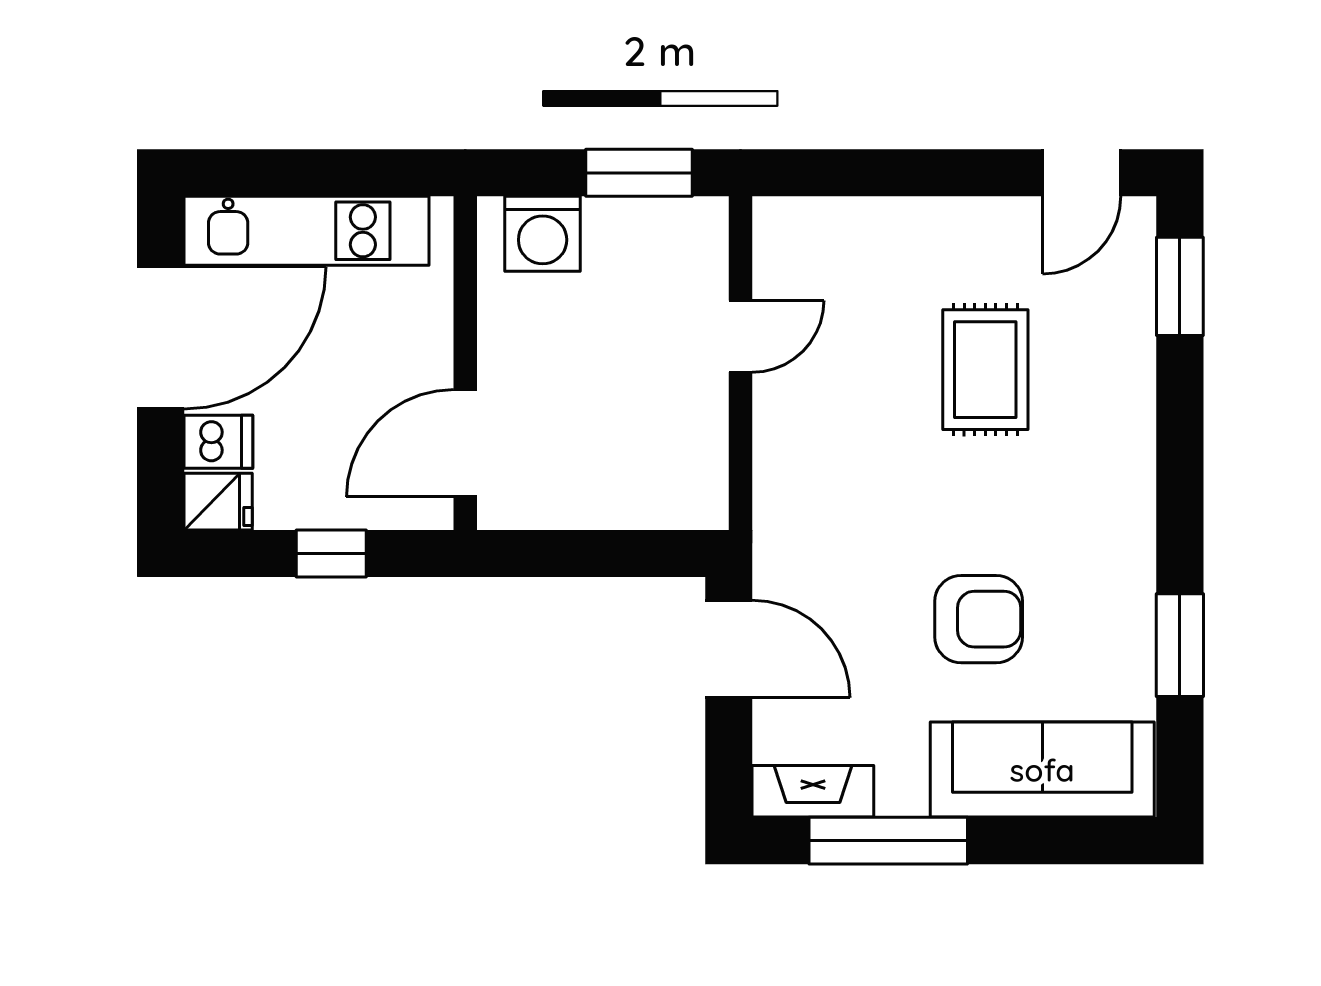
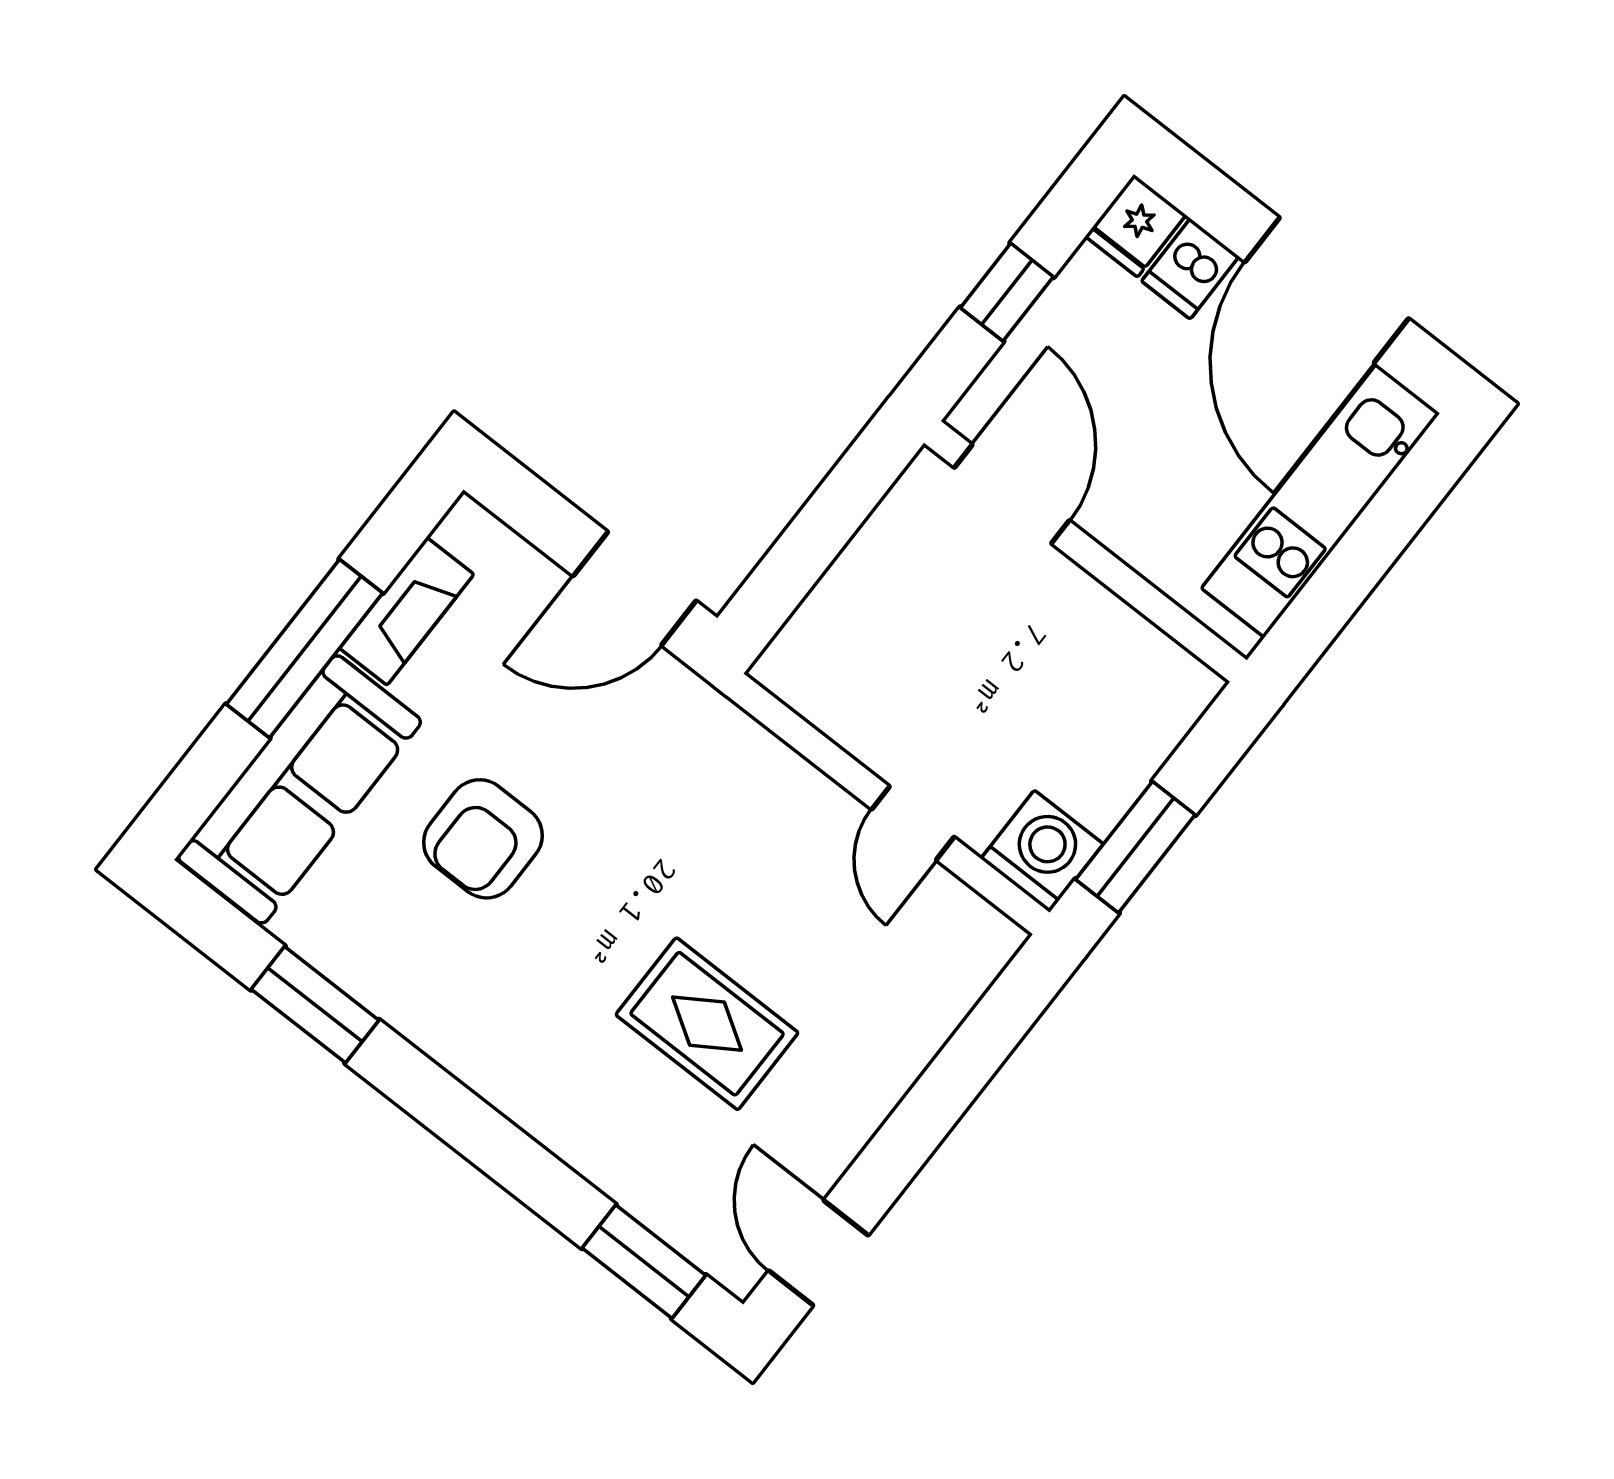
washing machine: (543, 234) -> (1042, 851), moved, turned 90
fireplace: (813, 791) -> (407, 611), moved
window: (888, 841) -> (305, 649), moved

